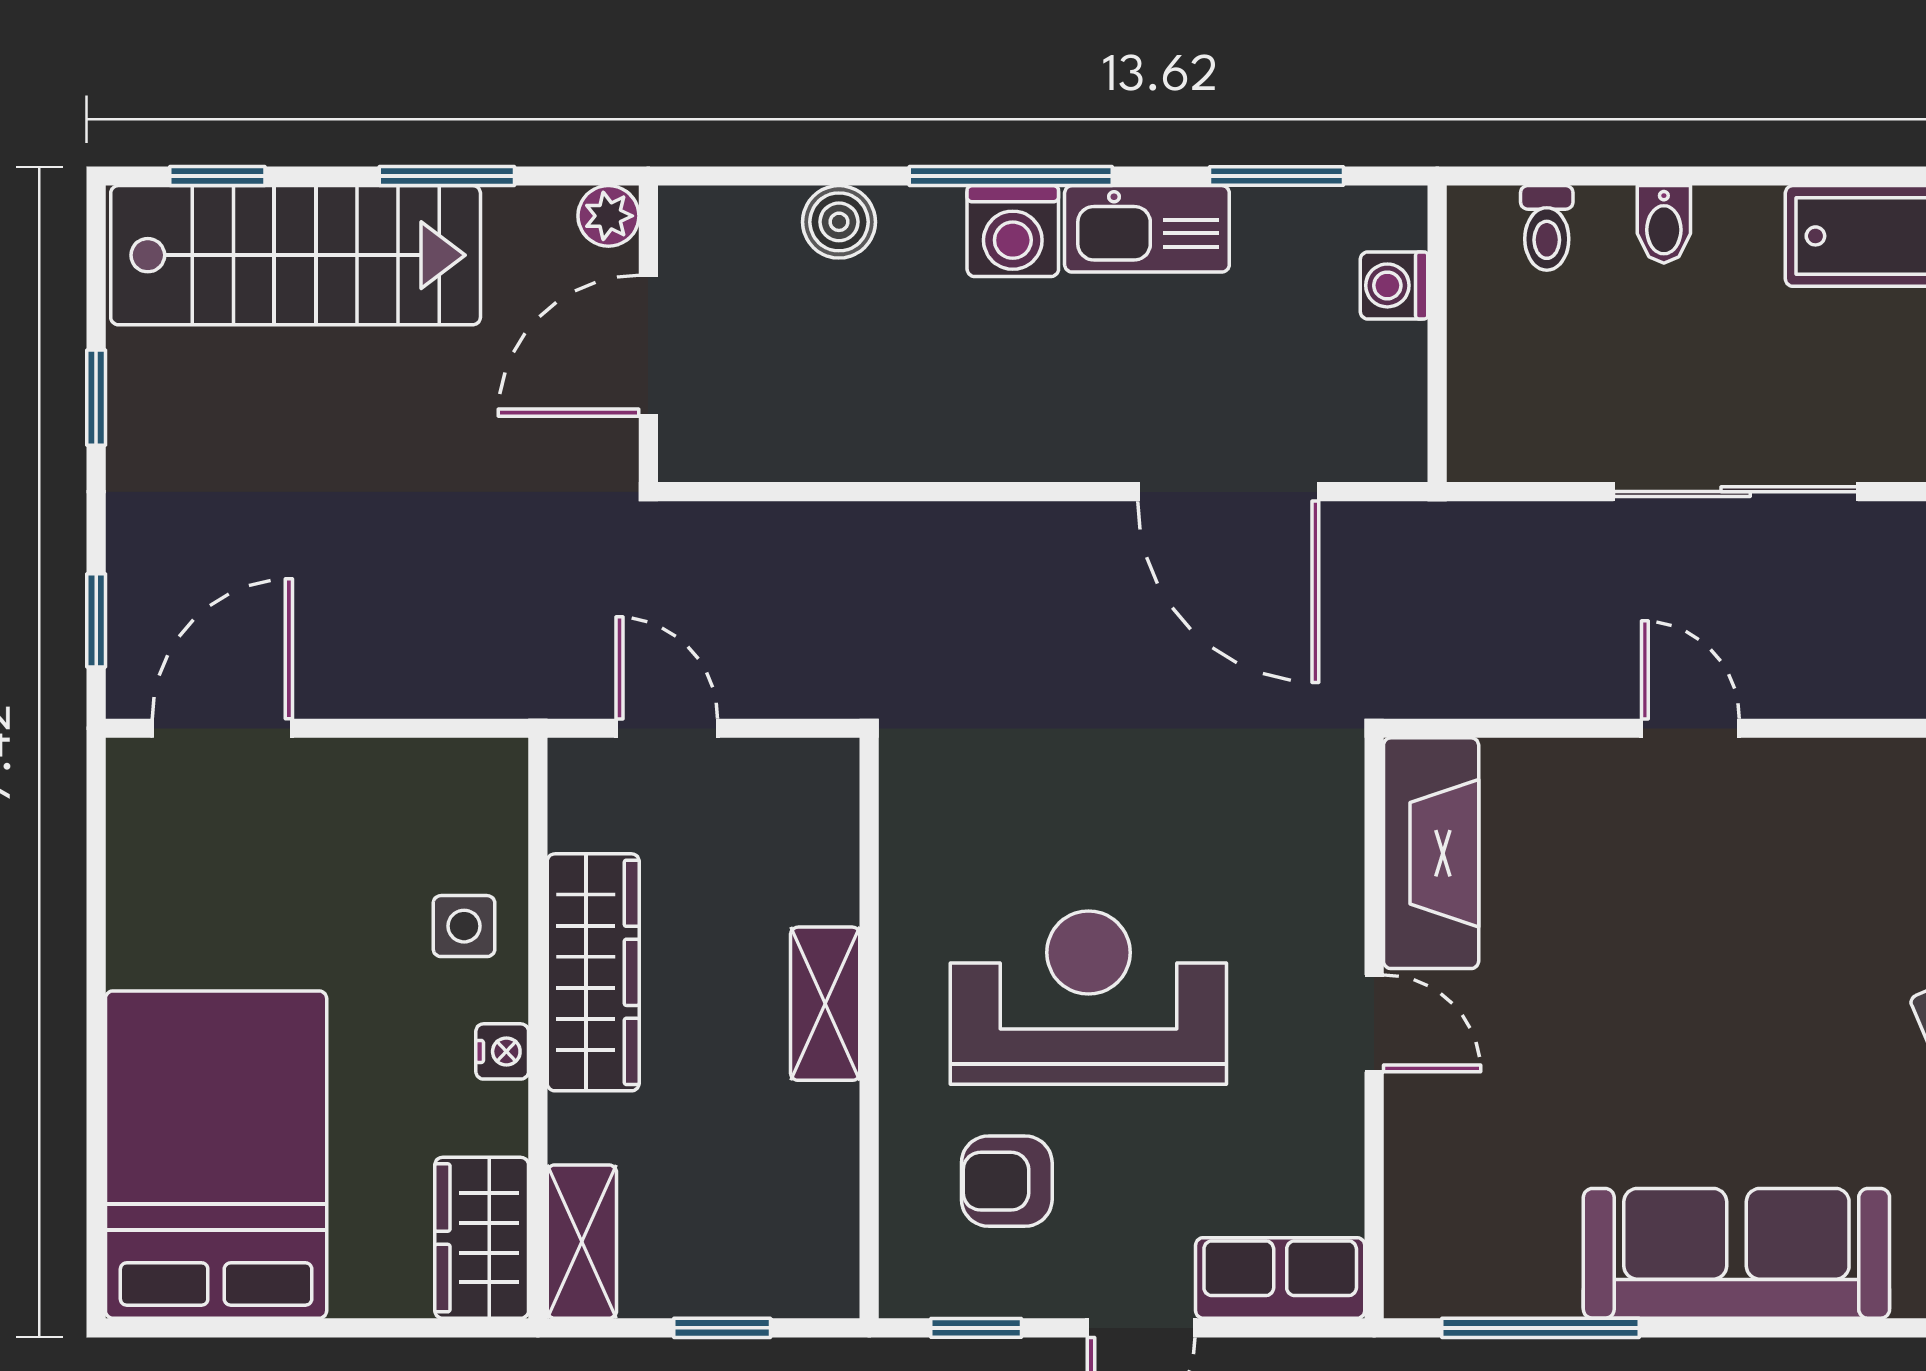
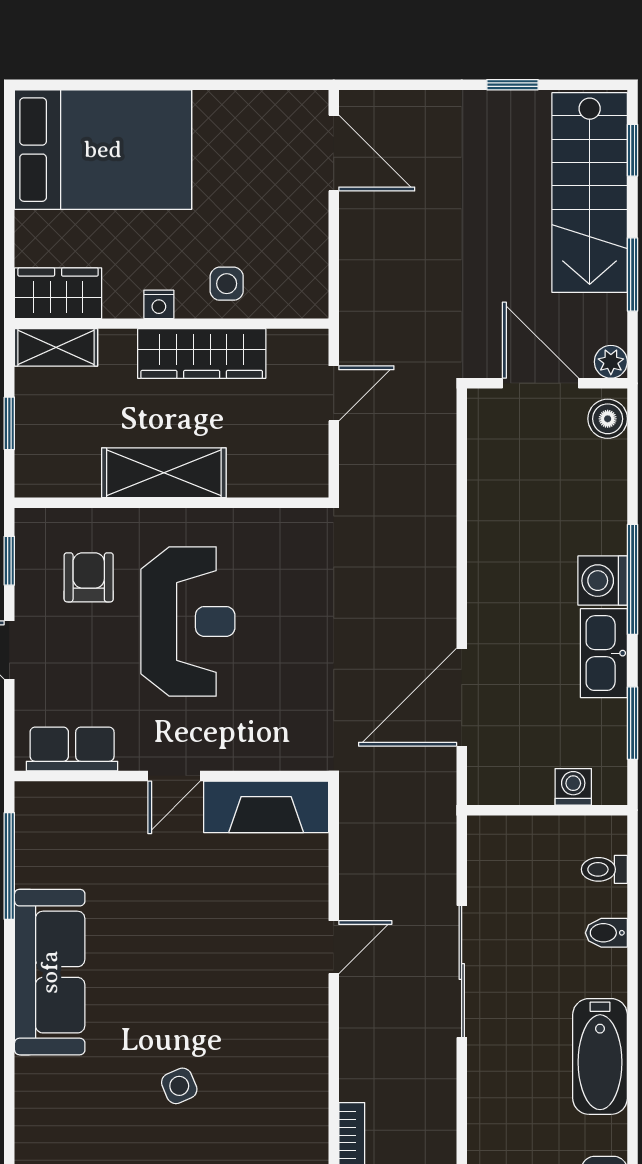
boiler: (839, 222) -> (608, 419), moved
window: (96, 620) -> (392, 85), removed
shelving: (825, 1004) -> (164, 473), width x1.50, depth x1.33
row of seats: (1280, 1278) -> (72, 749), moved, turned -90

